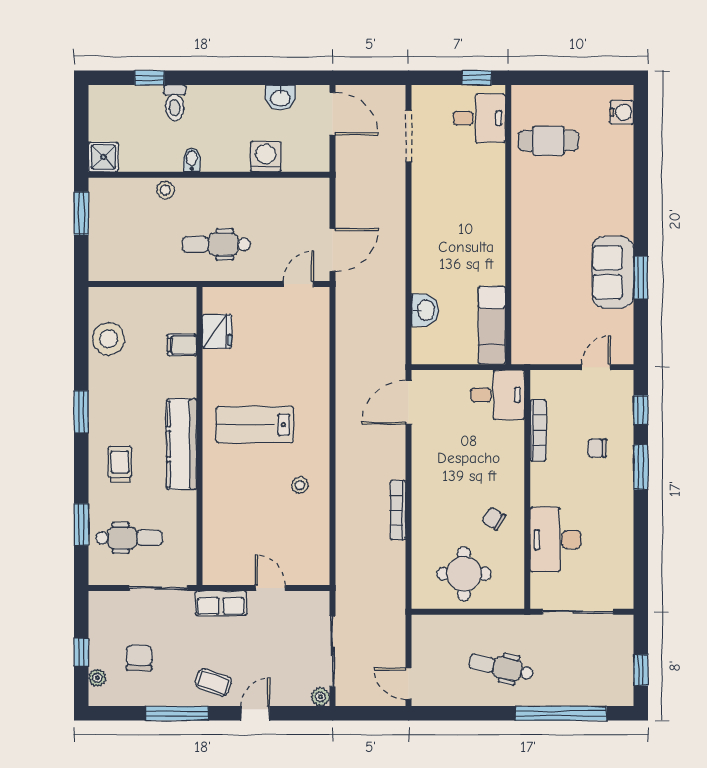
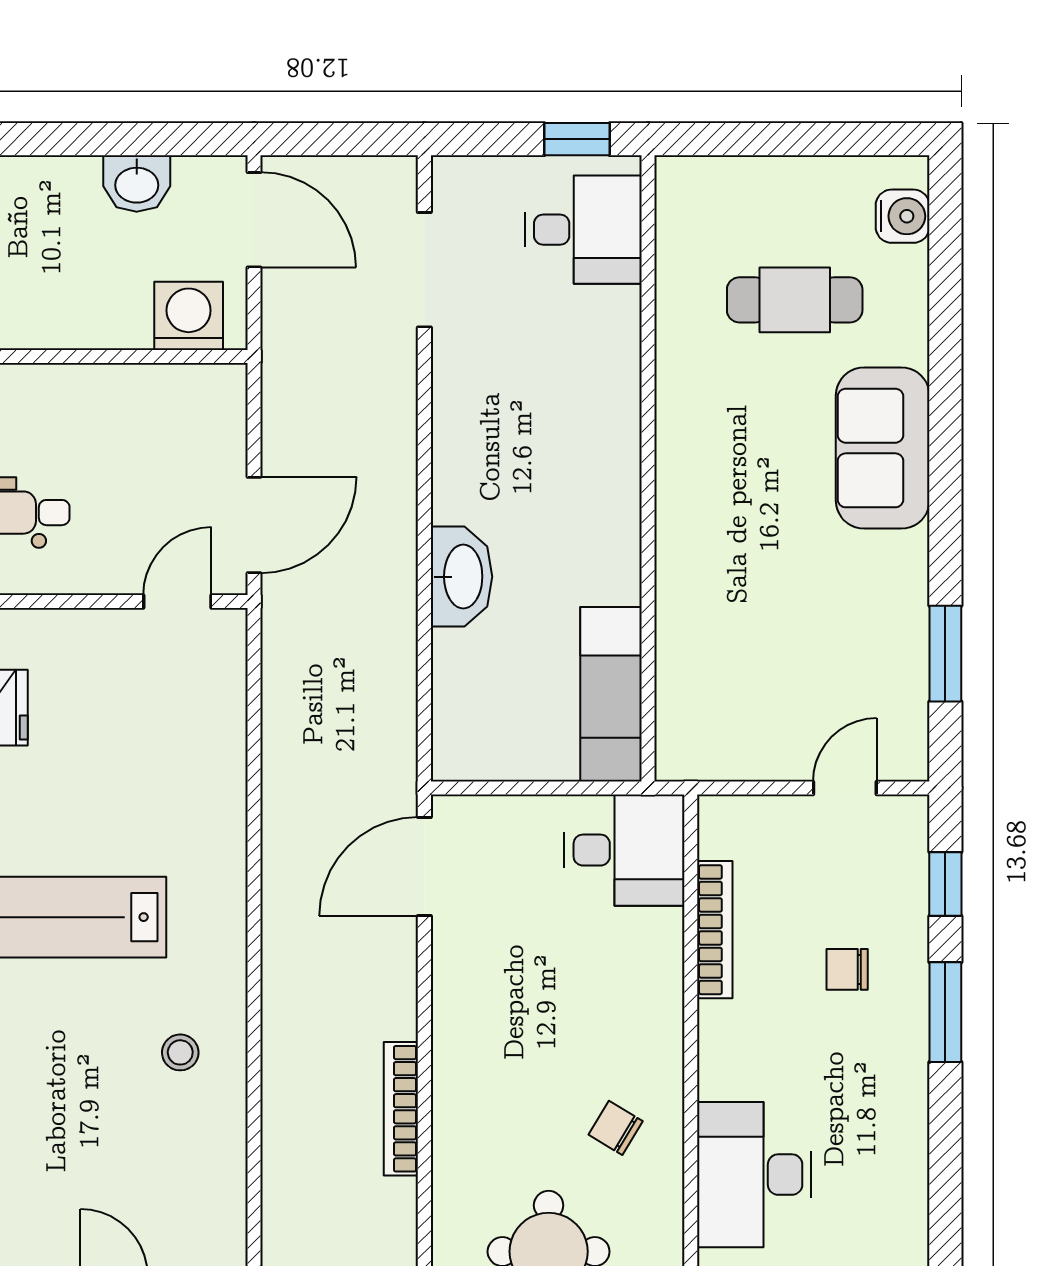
cafe table: (548, 141) -> (795, 300), moved
washing machine: (266, 157) -> (189, 316), moved
sofa: (613, 272) -> (883, 448), moved
window: (641, 278) -> (945, 654), moved
washbasin: (425, 310) -> (461, 577), moved, width x1.38

